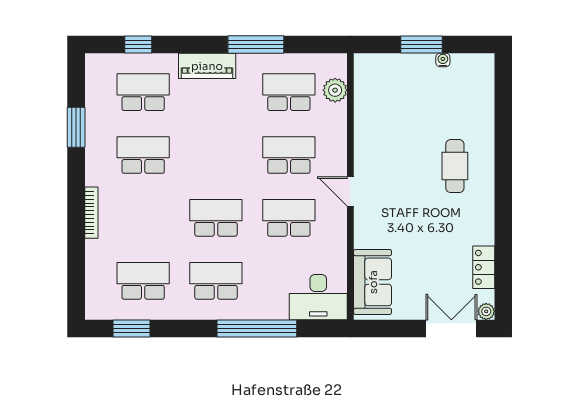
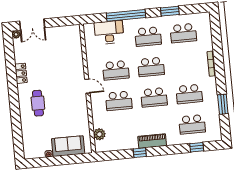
window: (256, 44) -> (140, 153), width x0.46
window: (421, 44) -> (60, 160), removed
piano: (207, 66) -> (152, 141), moved
school desk: (289, 92) -> (154, 97), moved
locker: (484, 267) -> (21, 73), moved
sofa: (373, 282) -> (68, 146), moved, turned 90
desk: (318, 297) -> (109, 32), moved
window: (132, 328) -> (170, 11), moved

